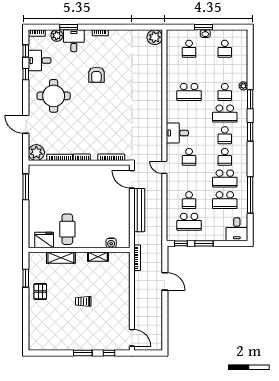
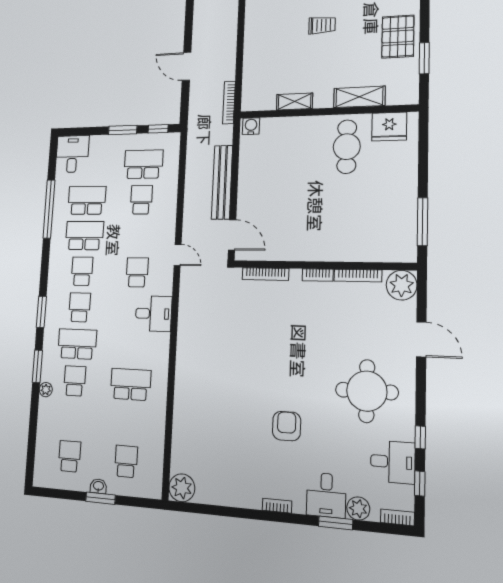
water cooler: (111, 243) -> (251, 126), moved
pallet: (40, 292) -> (398, 37), width x1.50, depth x1.42

